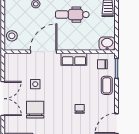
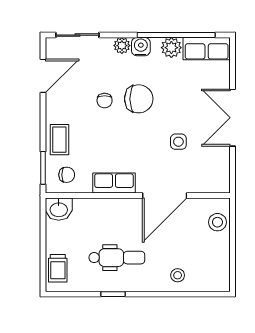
chair: (35, 110) -> (139, 99), moved, turned -90

